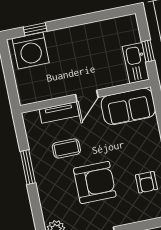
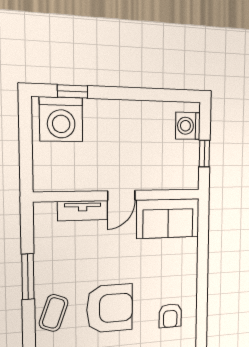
washing machine: (129, 33) -> (188, 126), added
kitchen sink: (136, 63) -> (188, 166), removed
coffee table: (66, 148) -> (54, 313), moved, turned -70

